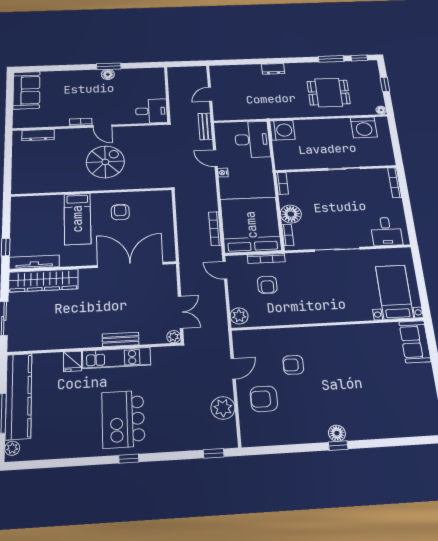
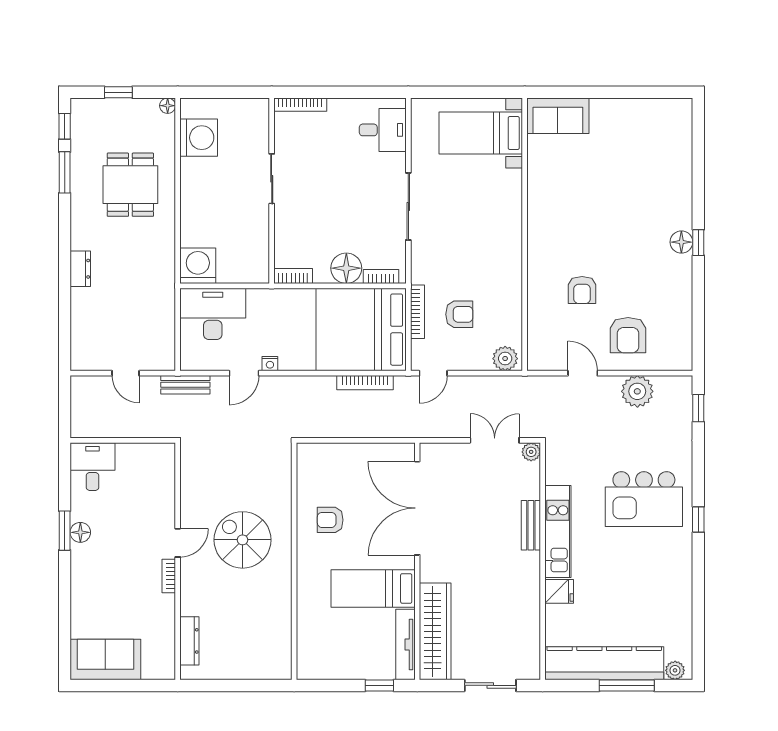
desk: (151, 111) -> (92, 467), moved
bed: (77, 219) -> (373, 588), moved, turned 180
kitchen island: (123, 419) -> (644, 499), moved

